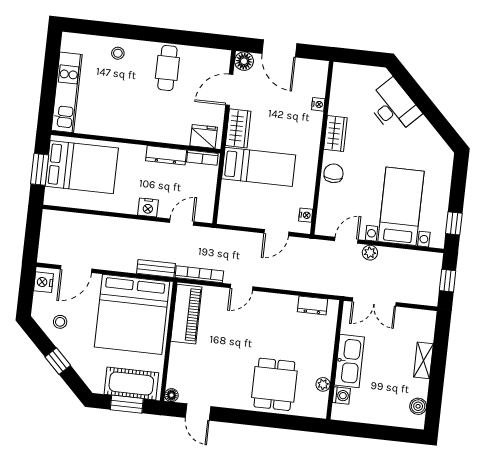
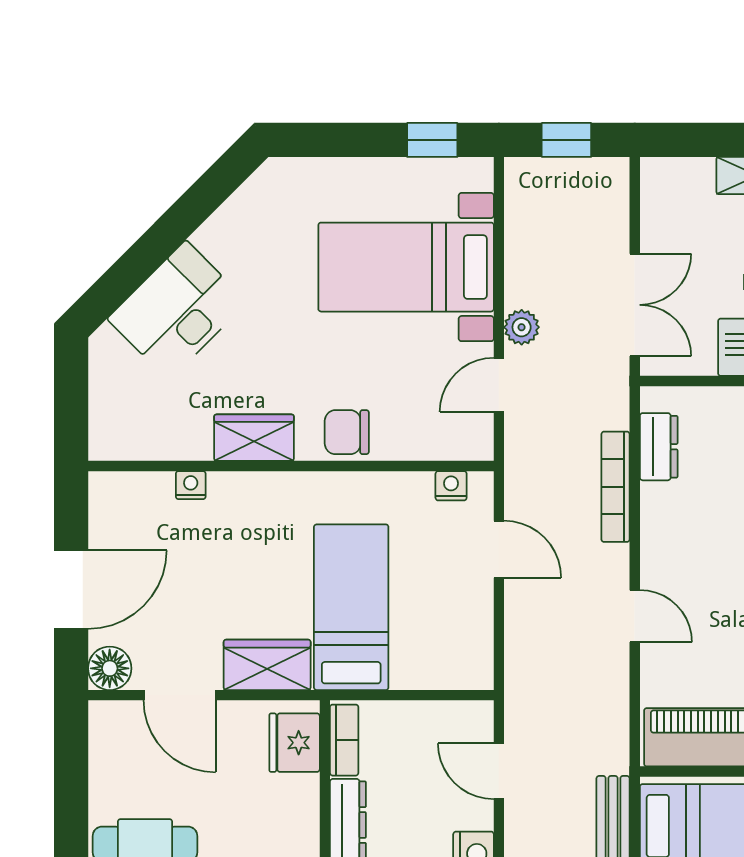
door: (346, 240) -> (499, 385), hinge flipped
bookcase: (199, 274) -> (616, 487), moved

